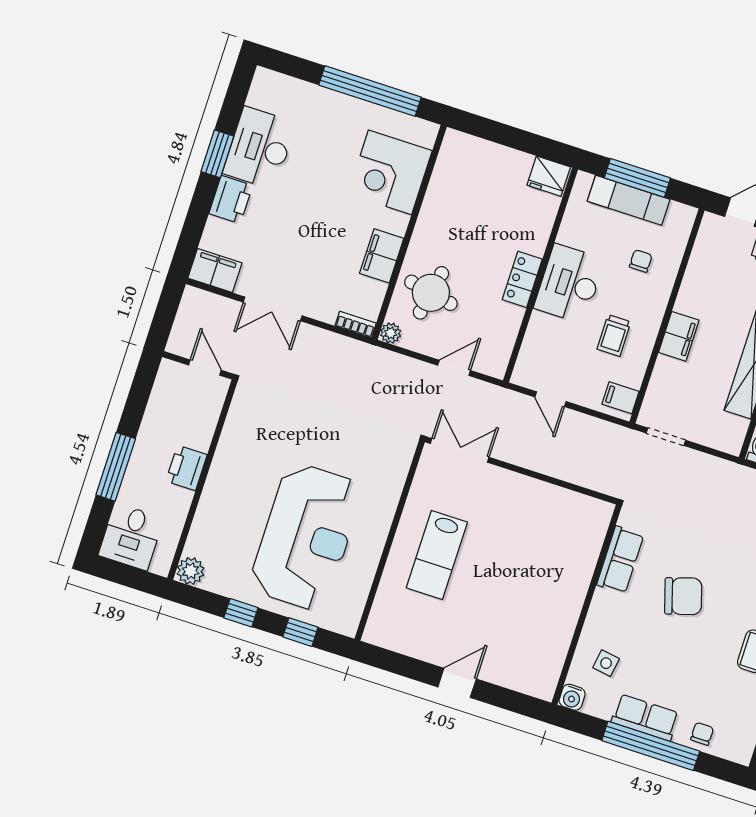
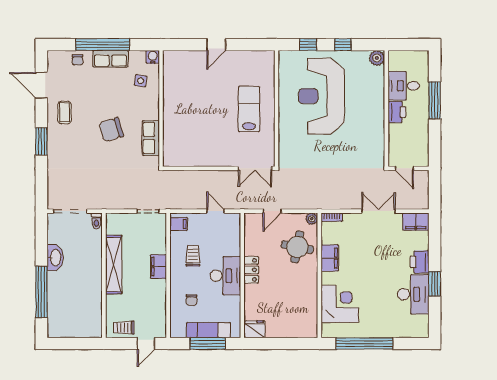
desk: (131, 537) -> (404, 86), moved, turned -90

